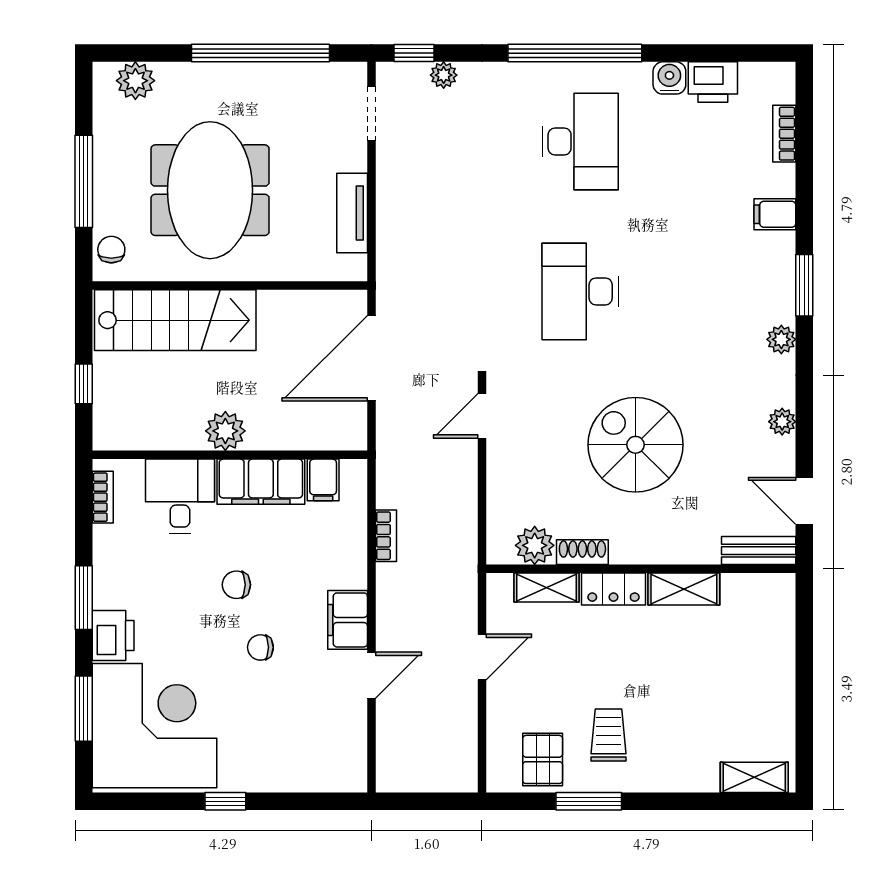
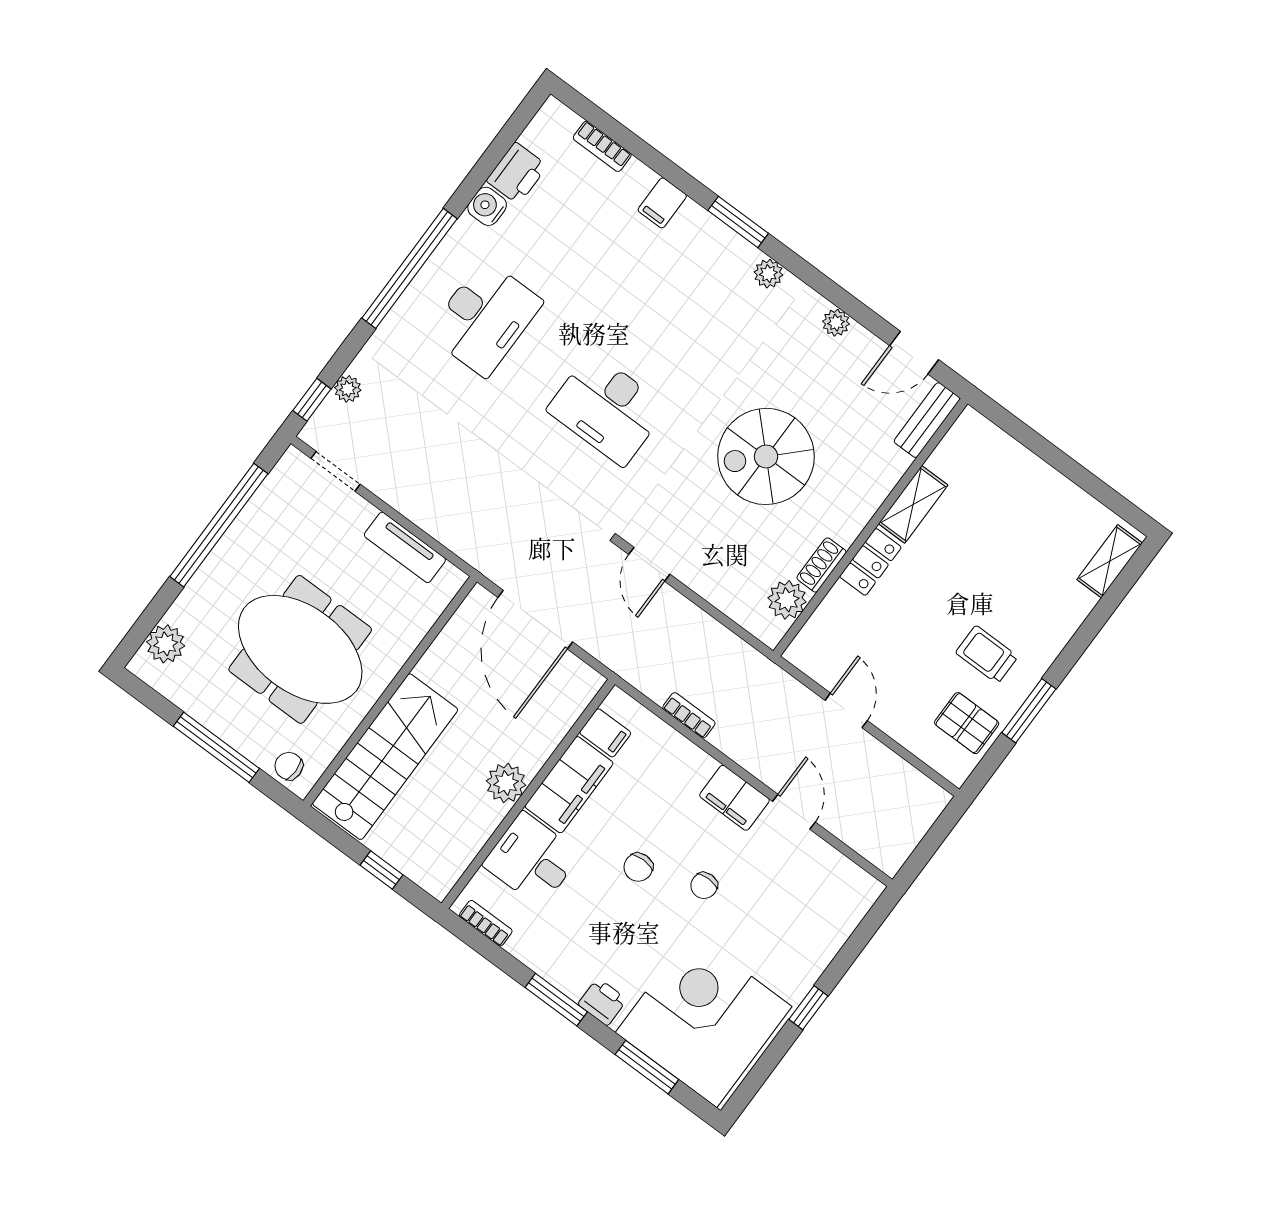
desk: (580, 142) -> (485, 318), turned 90
shelving: (546, 588) -> (829, 616), removed
printer: (113, 635) -> (602, 1002), width x0.73, depth x0.81

